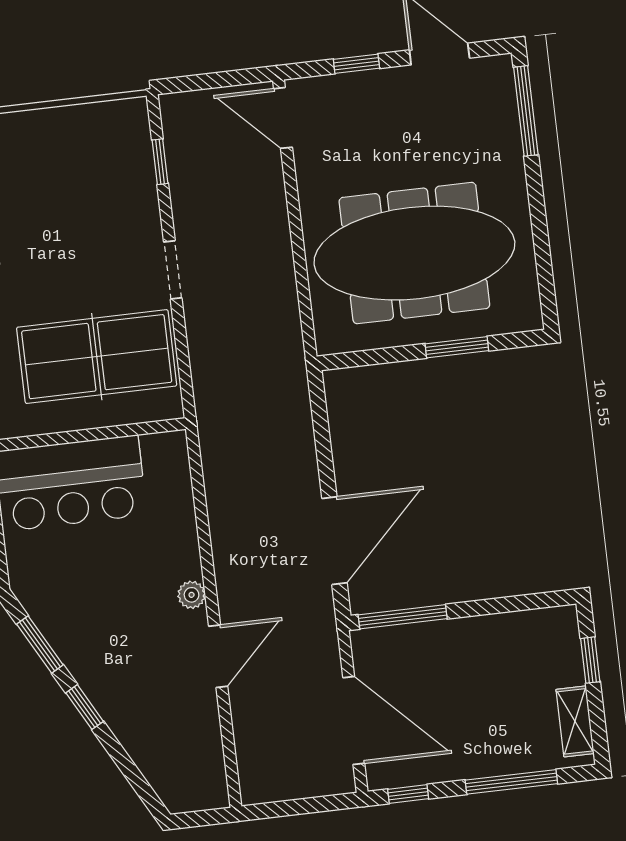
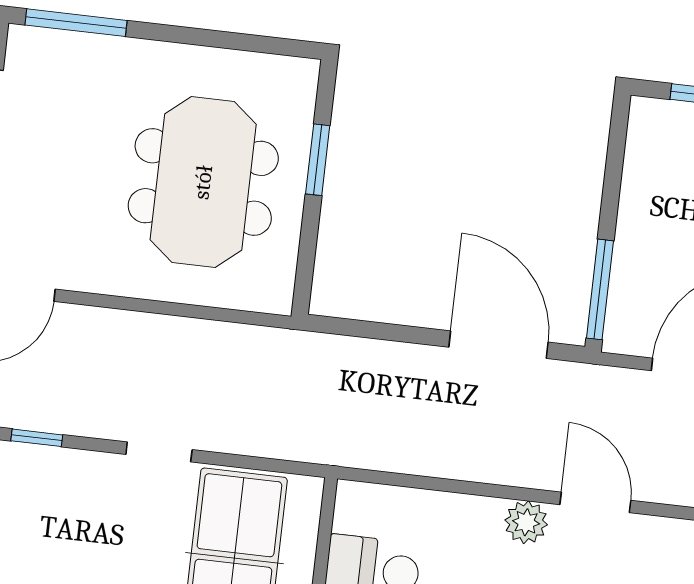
meeting table: (414, 253) -> (203, 182), width x0.73
plant: (192, 595) -> (526, 522), width x1.38, depth x1.38

